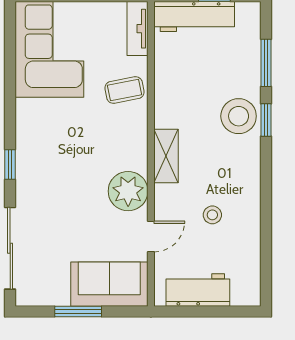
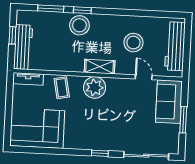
plant: (128, 191) -> (95, 87), moved
stool: (212, 215) -> (133, 43), width x1.89, depth x1.89
workbench: (198, 290) -> (175, 46), width x1.38

